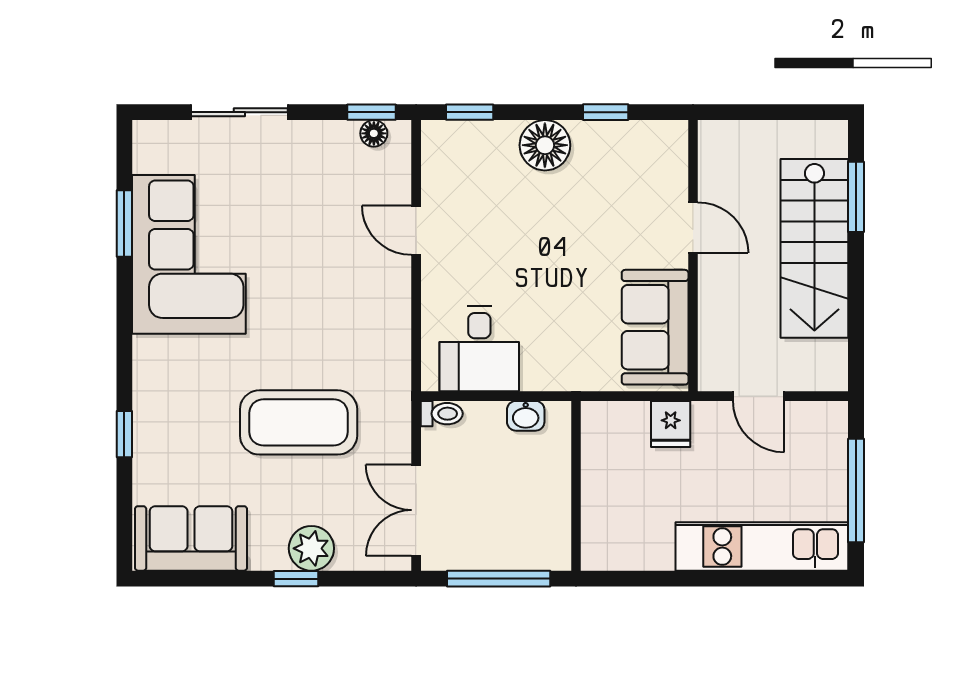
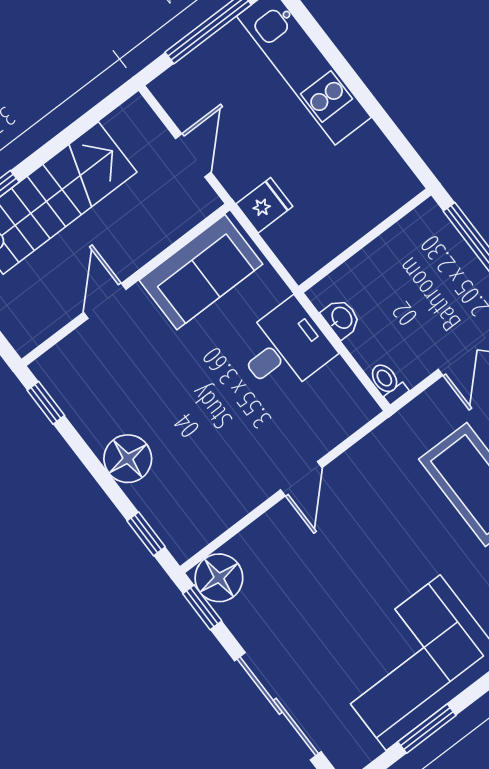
sliding door: (239, 112) -> (278, 706), width x1.37
window: (606, 112) -> (46, 403), moved
floor lamp: (374, 133) -> (219, 578), width x1.89, depth x1.89
door: (416, 230) -> (301, 479), moved
desk: (479, 349) -> (284, 348), moved

